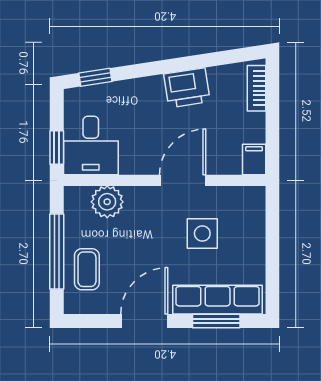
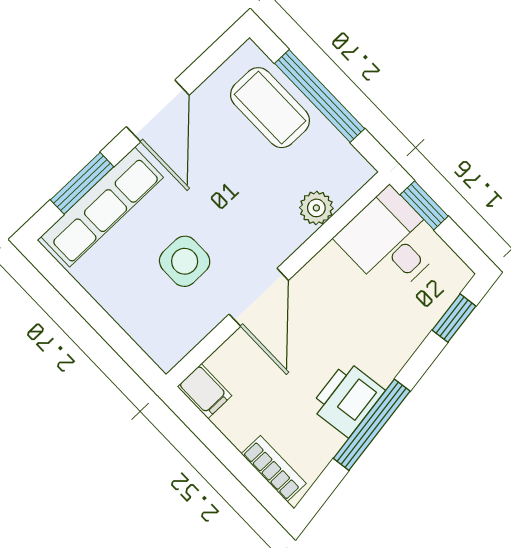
window: (187, 63) -> (372, 425), added
plant: (107, 202) -> (316, 208), width x0.73, depth x0.73
coffee table: (87, 269) -> (270, 108), width x1.36, depth x1.30

